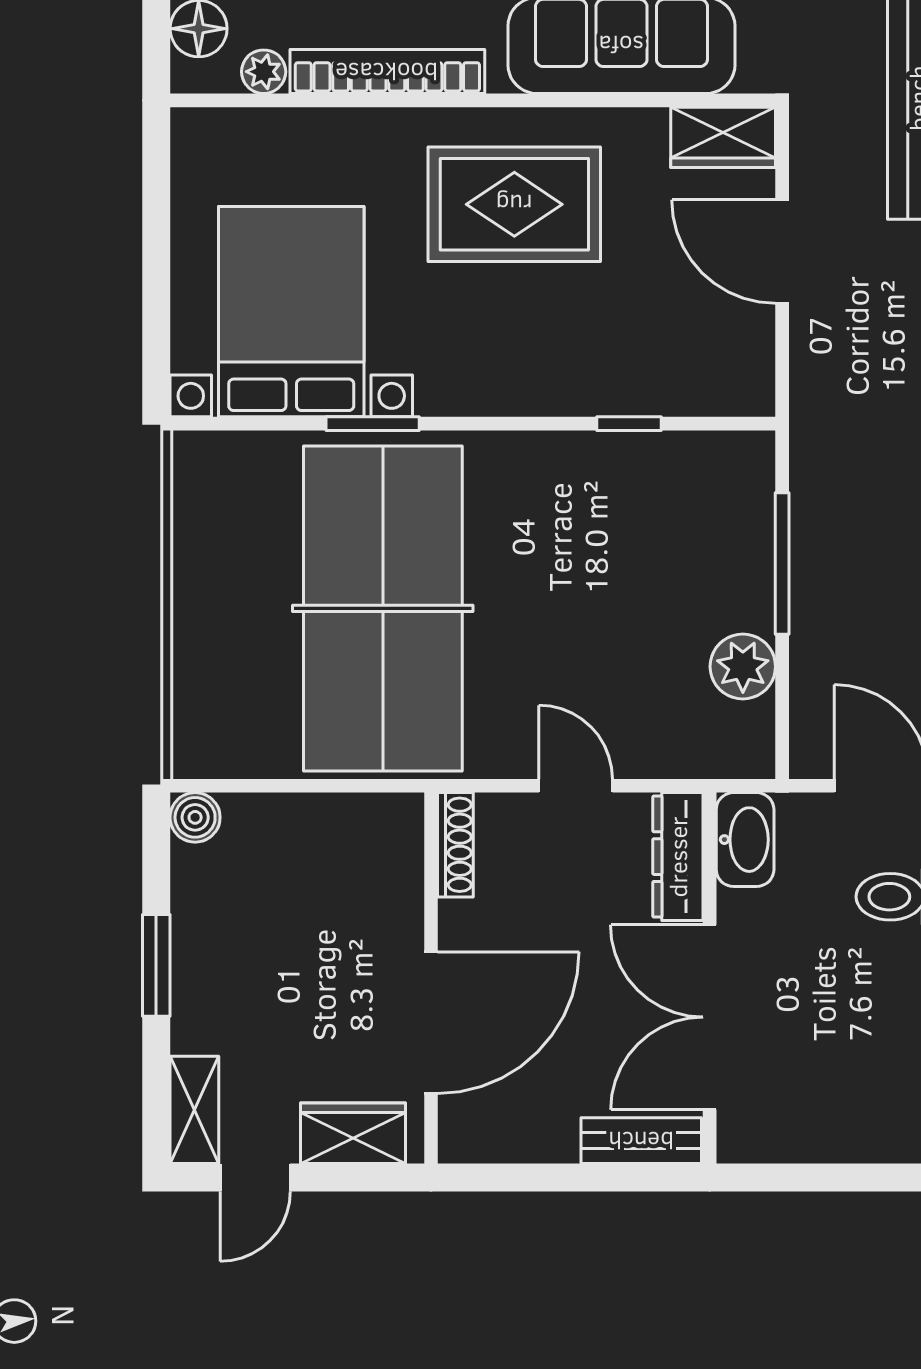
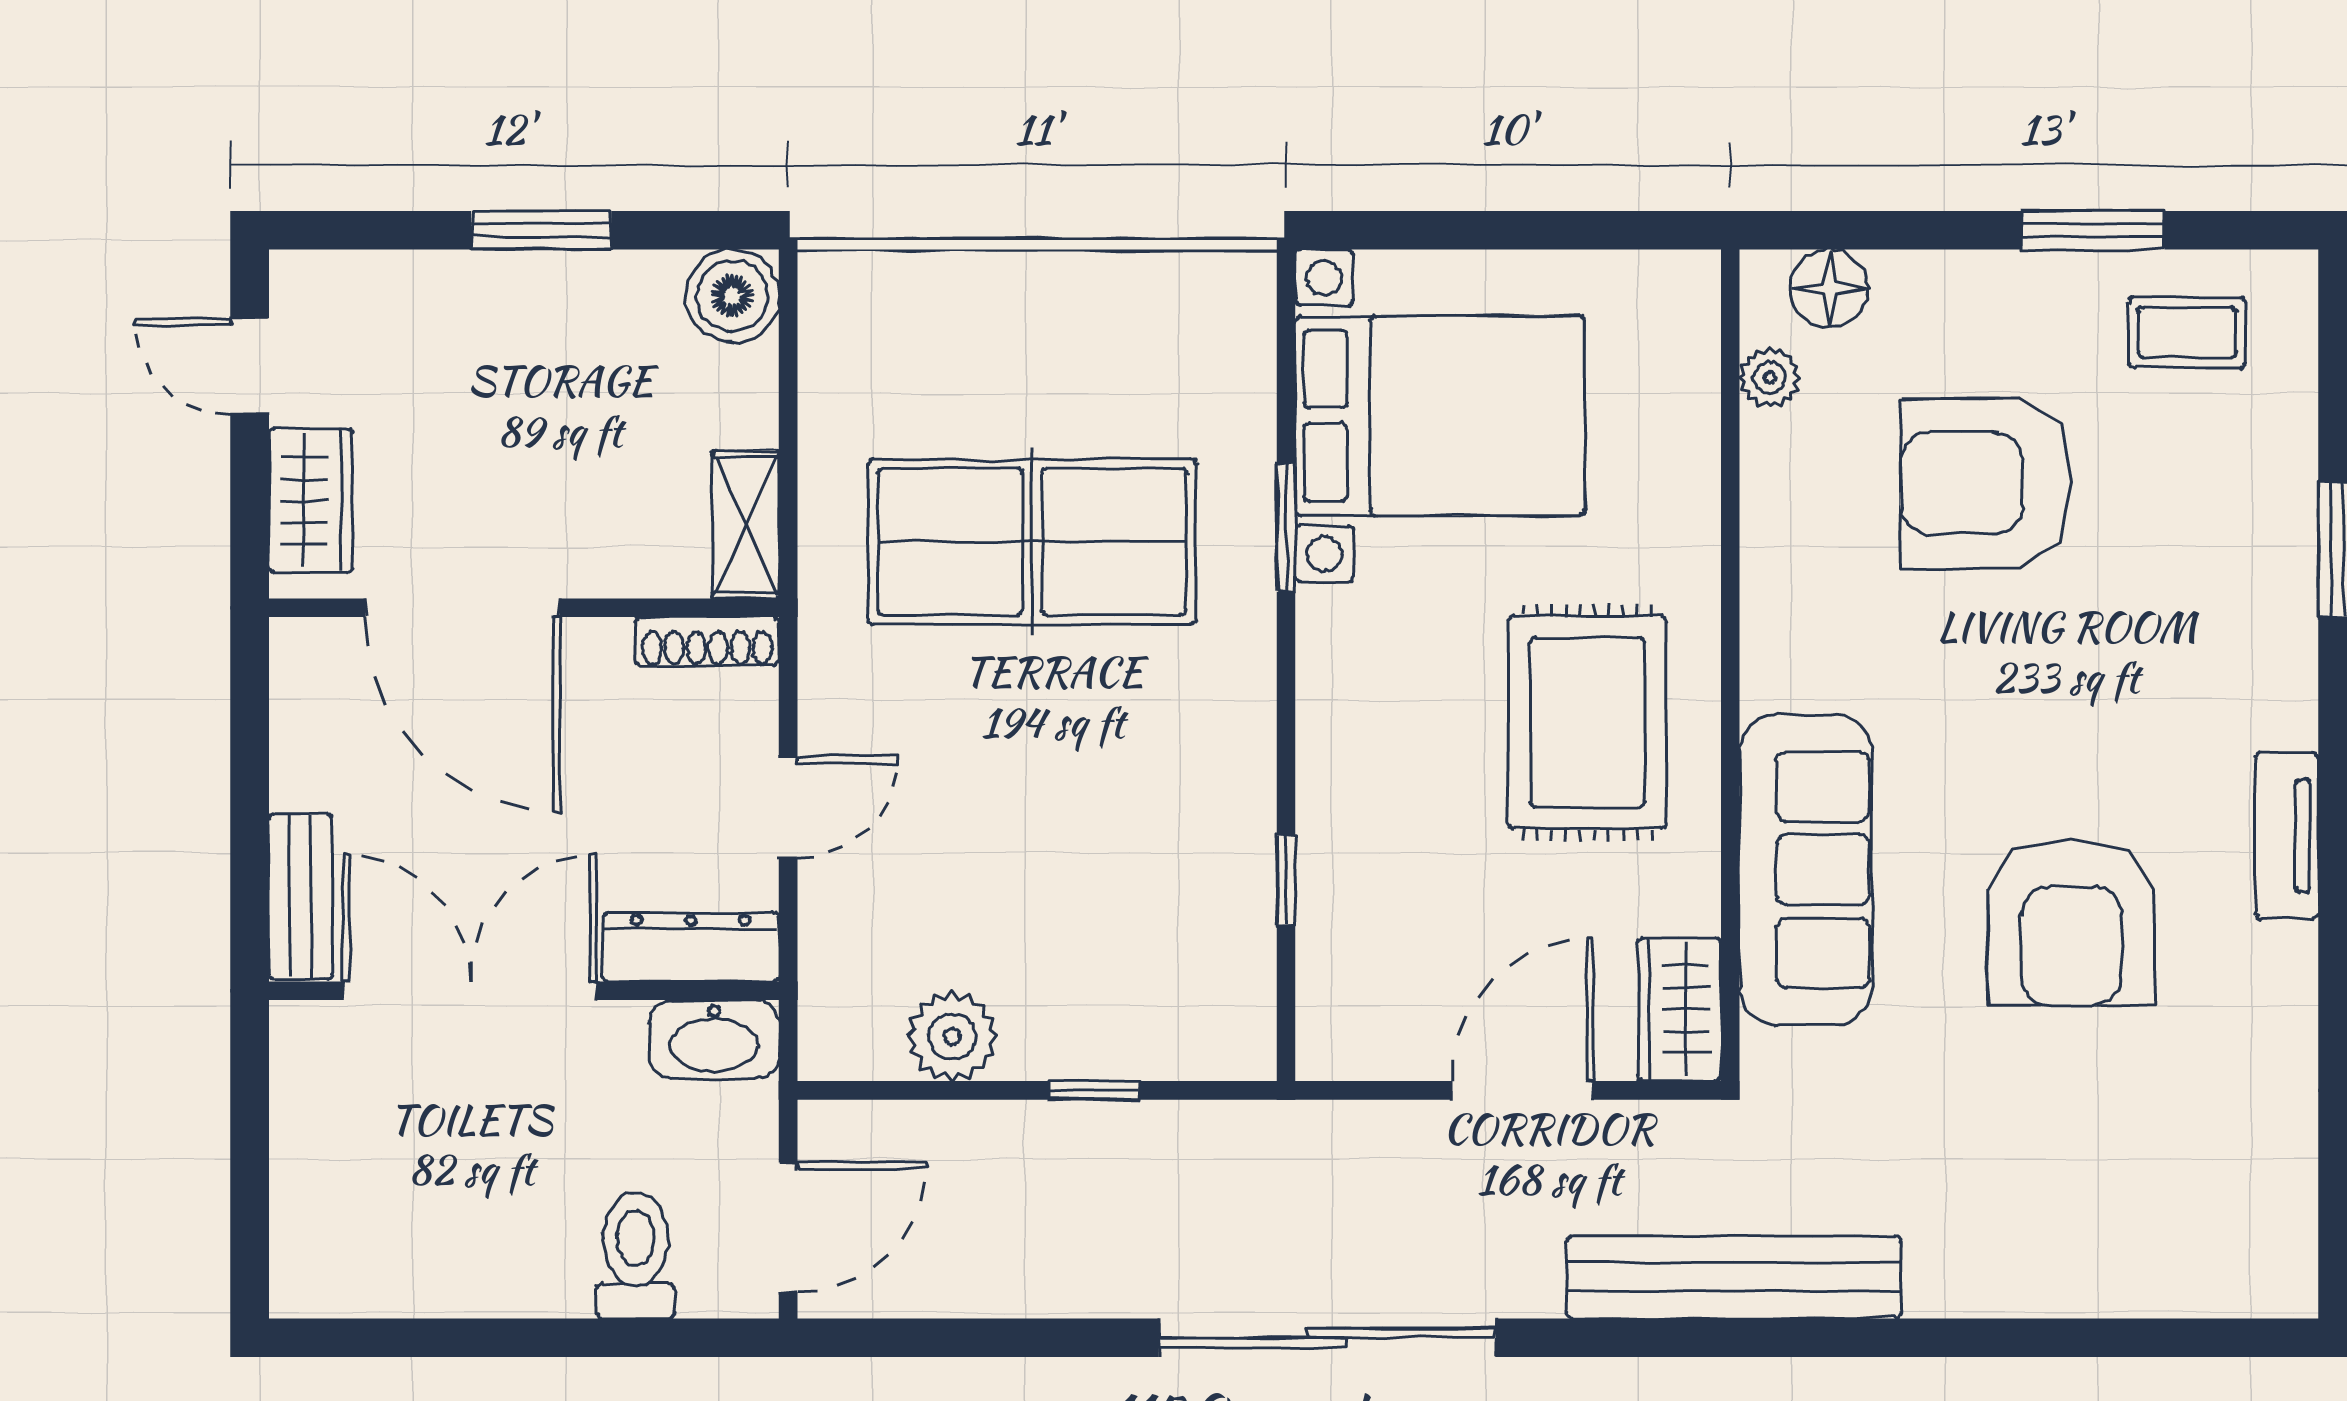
bookcase: (387, 72) -> (1770, 548), removed
window: (782, 563) -> (1094, 1090), width x0.46
table tennis table: (383, 608) -> (1032, 542), width x0.73, depth x0.76
boiler: (195, 817) -> (732, 296), width x1.36, depth x1.36
shelving: (194, 1110) -> (746, 525), moved, turned 90

